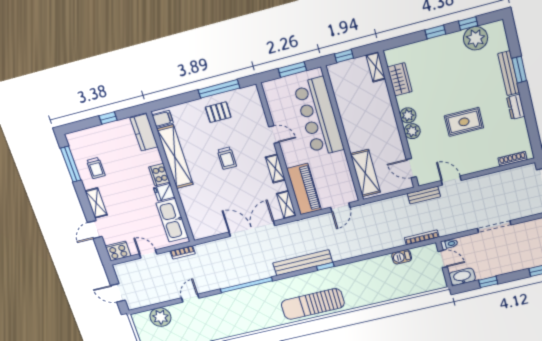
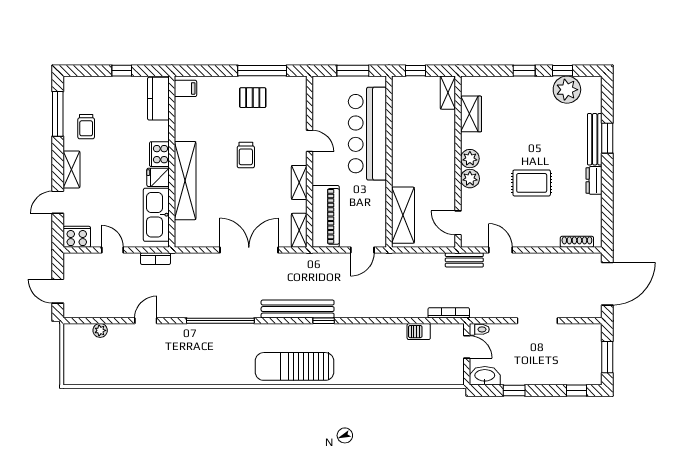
shelving: (175, 157) -> (185, 181), moved
plant: (160, 317) -> (100, 330), width x0.53, depth x0.53

